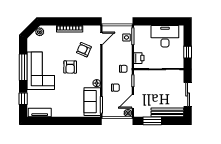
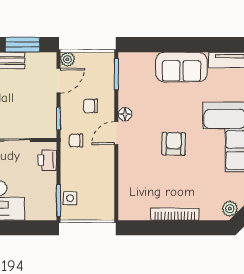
door: (101, 38) -> (116, 133), moved
armchair: (84, 50) -> (148, 176), removed
sofa: (92, 102) -> (181, 67), moved, turned 90

